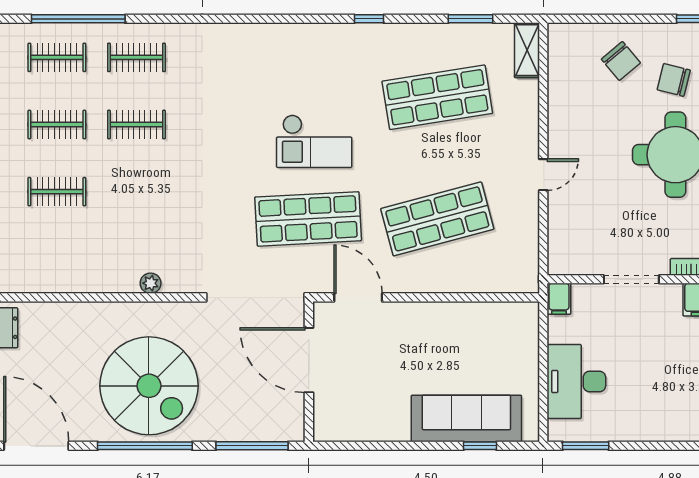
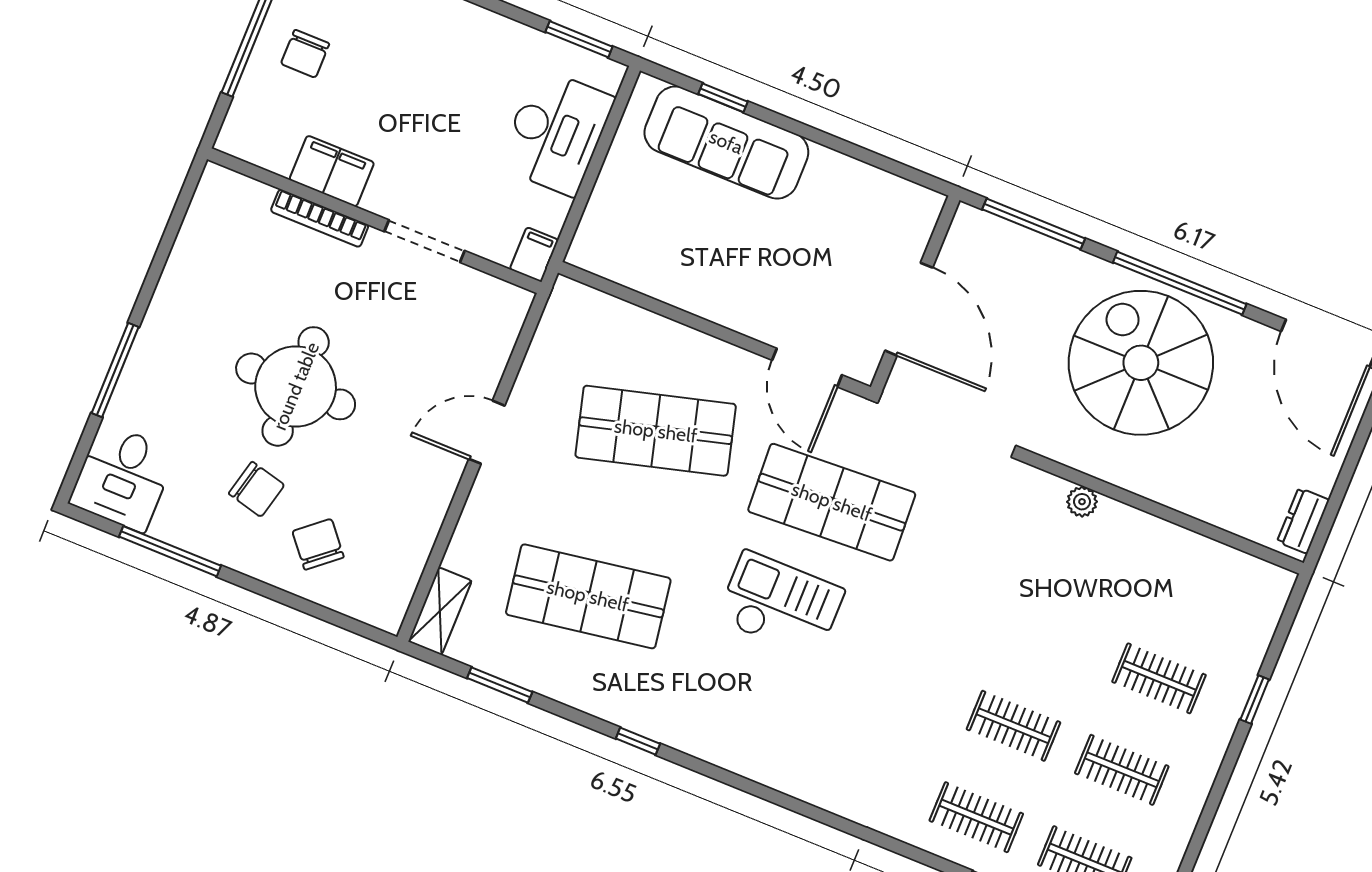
door: (543, 175) -> (487, 432), width x1.38

